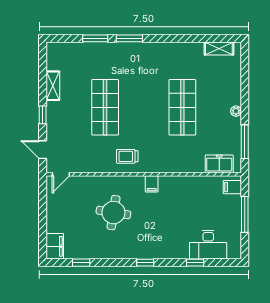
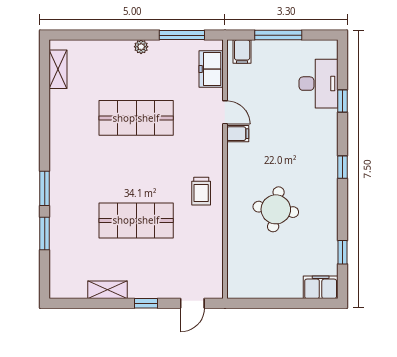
door: (61, 174) -> (225, 112), moved
filing cabinet: (152, 184) -> (238, 134), moved

